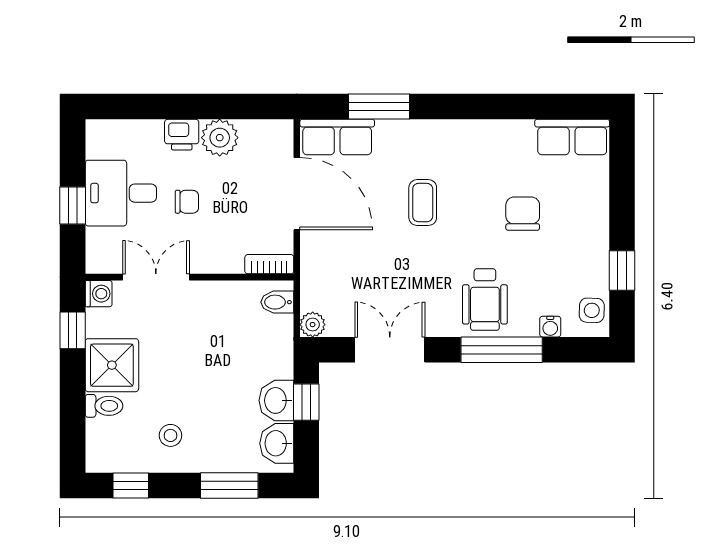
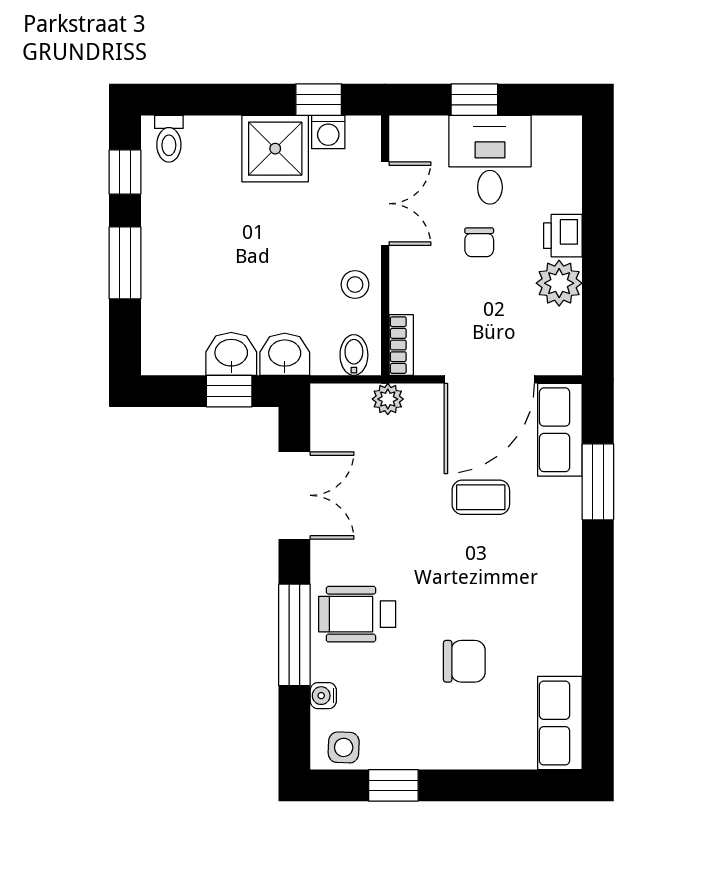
coffee table: (423, 203) -> (481, 497), moved
washing machine: (99, 294) -> (328, 132), moved
plant: (313, 325) -> (388, 399), moved
toilet: (104, 406) -> (169, 139), moved
stool: (170, 435) -> (355, 285), moved
washbasin: (277, 443) -> (285, 354), moved
window: (229, 486) -> (125, 263), moved

